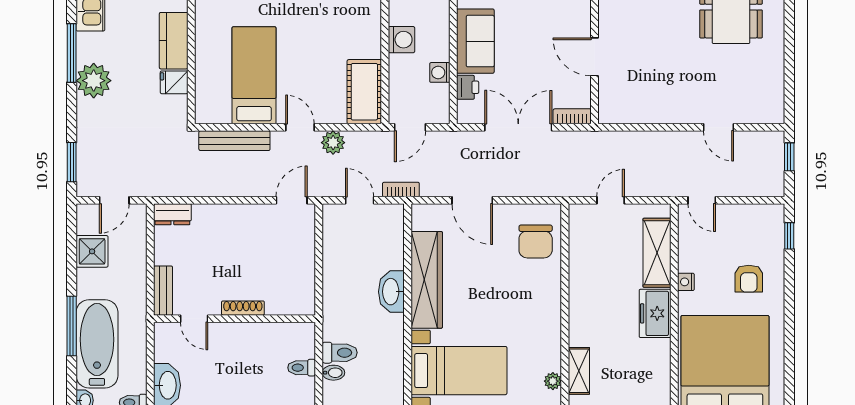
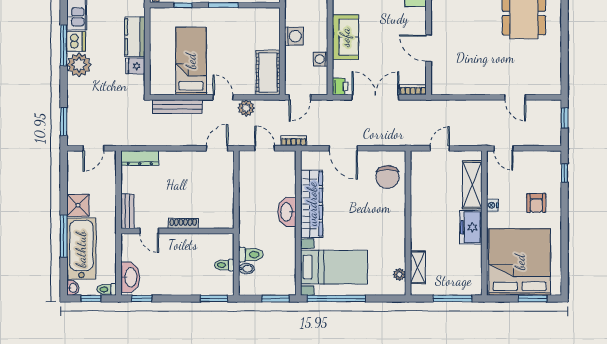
dishwasher: (89, 47) -> (76, 41), added
printer: (468, 87) -> (340, 87), moved
dresser: (172, 214) -> (140, 158), width x1.44
shower: (92, 251) -> (78, 205), moved

